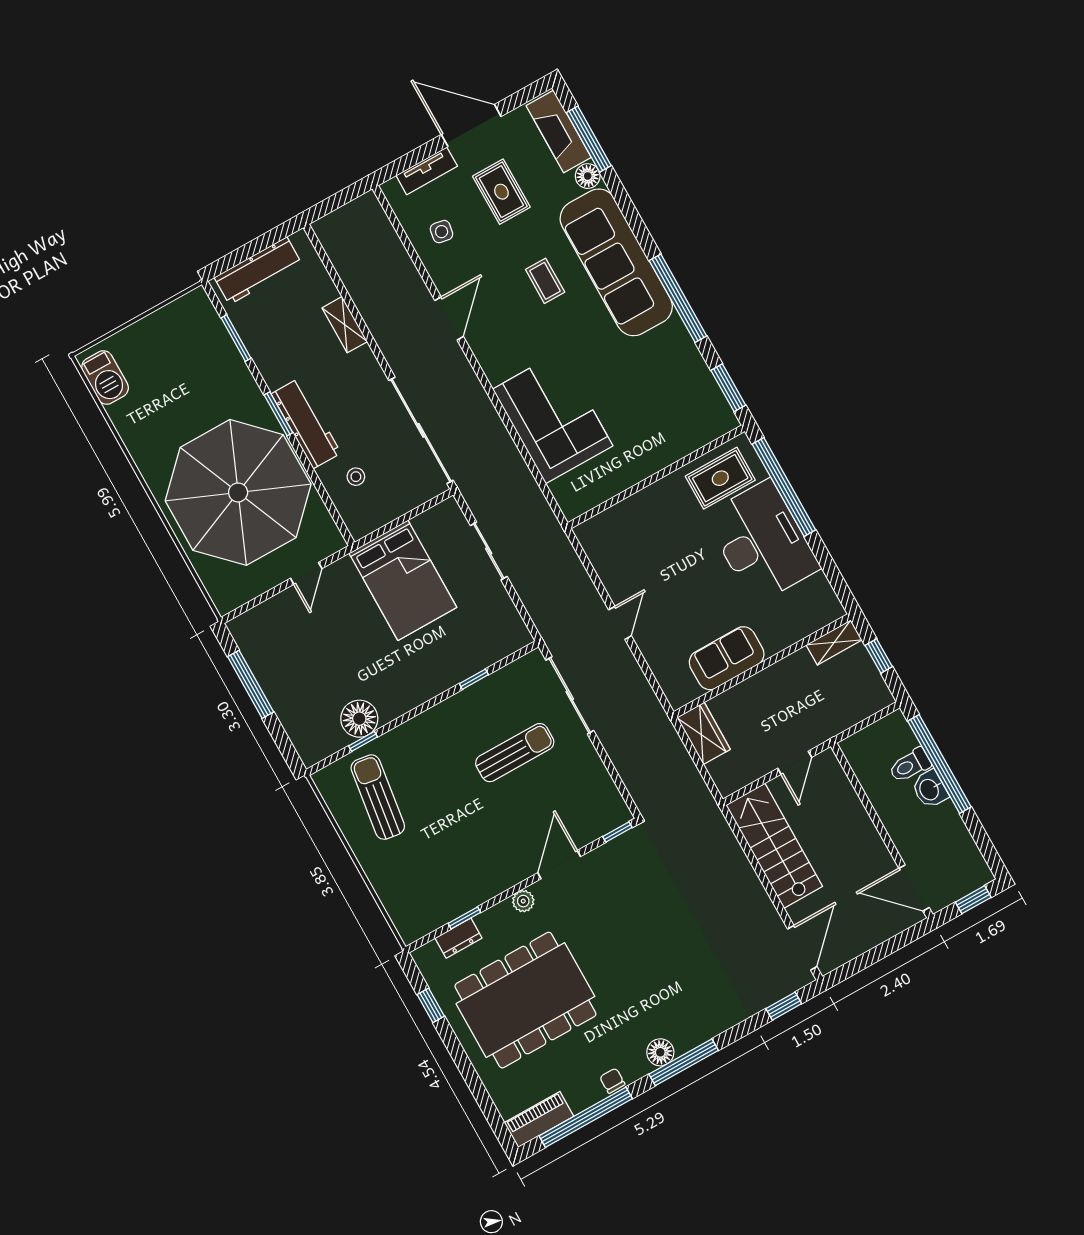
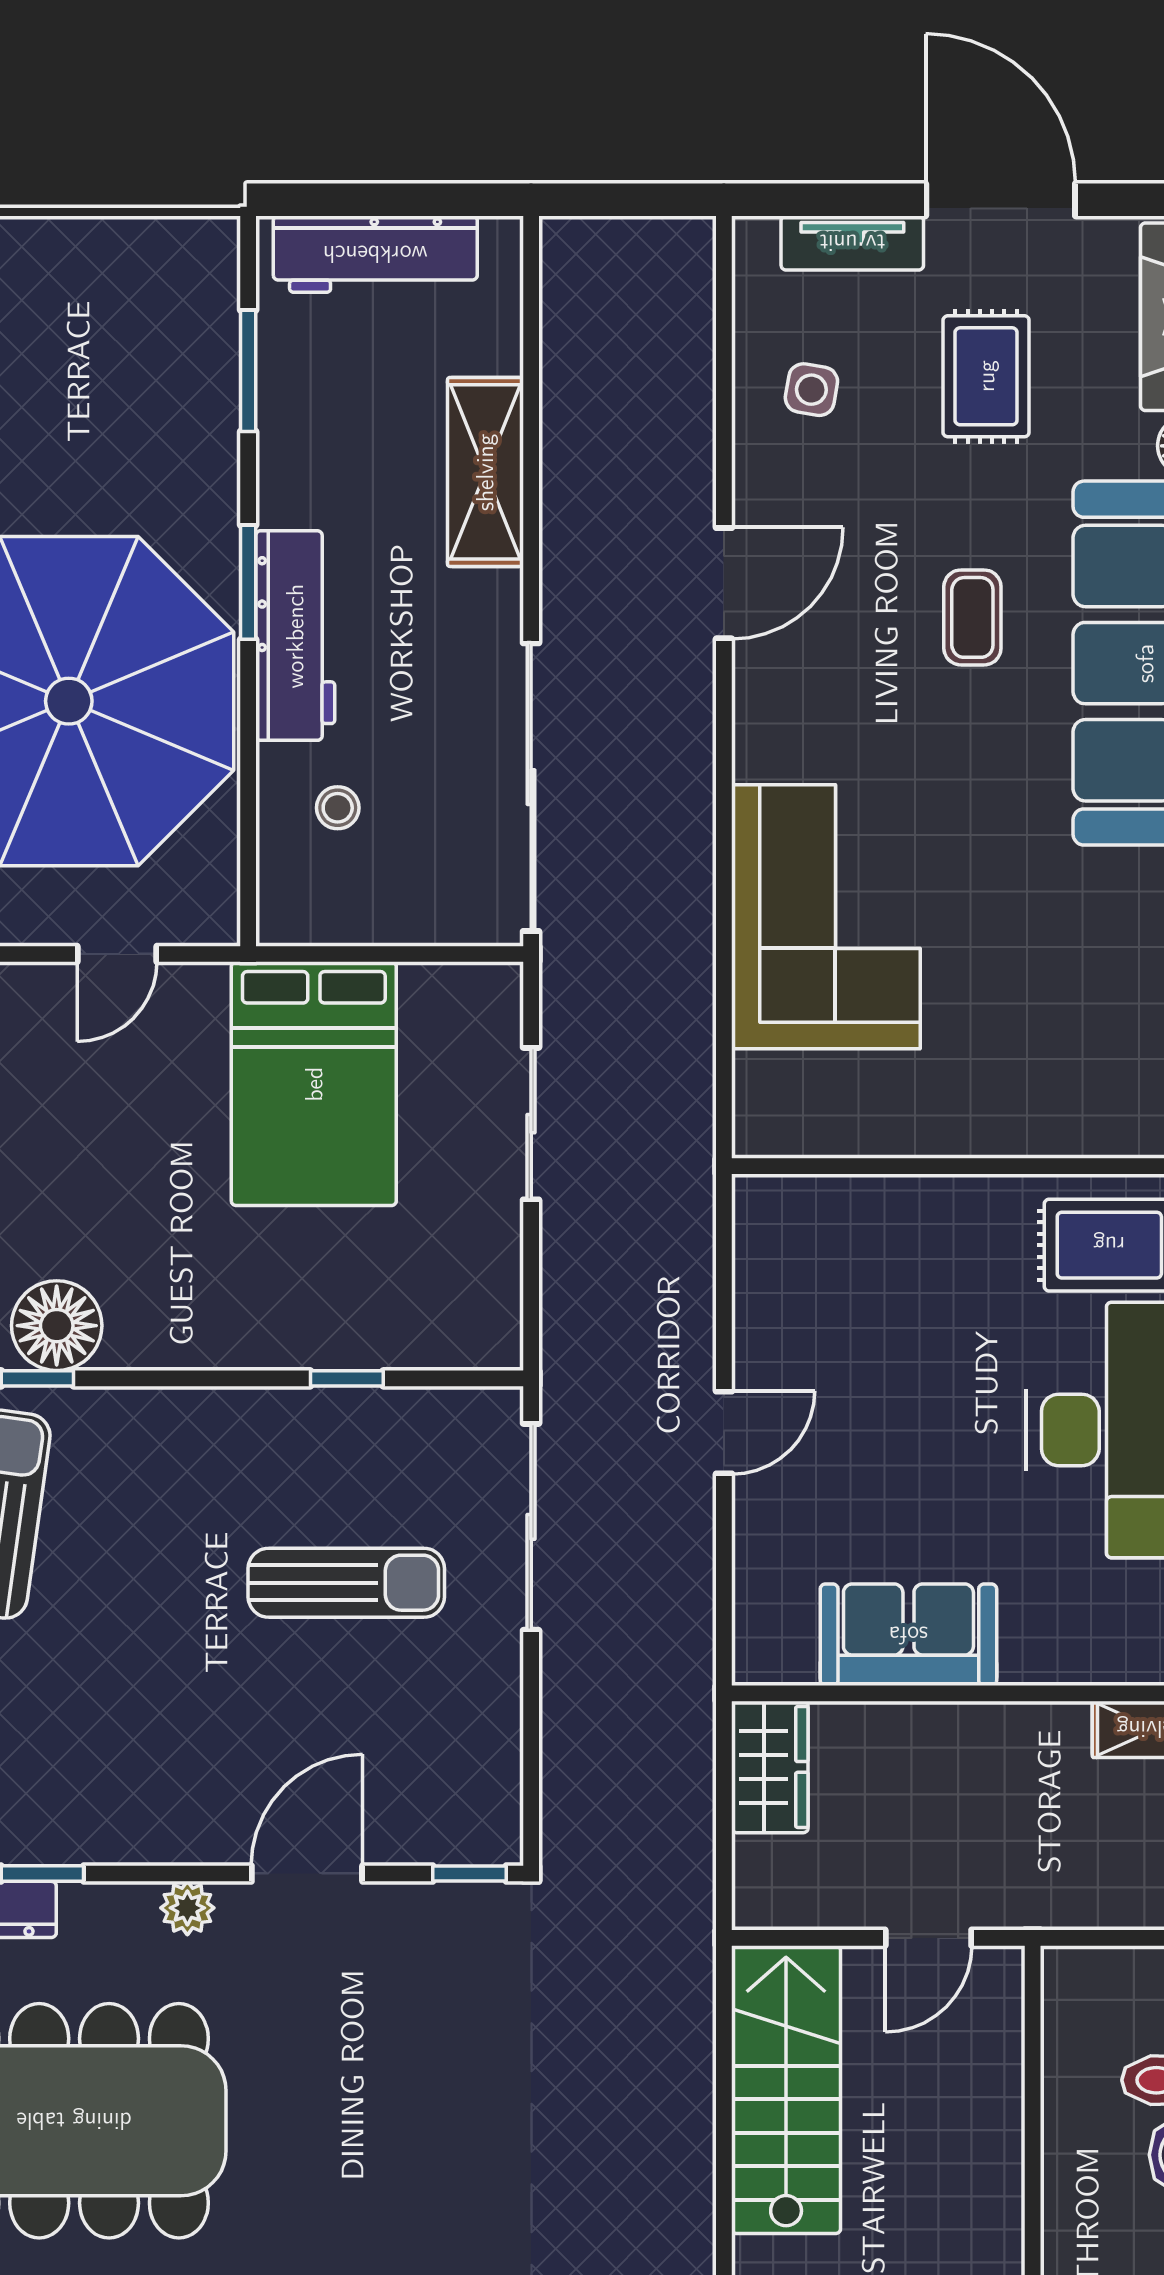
shelving: (345, 325) -> (485, 472), width x1.50, depth x1.33

